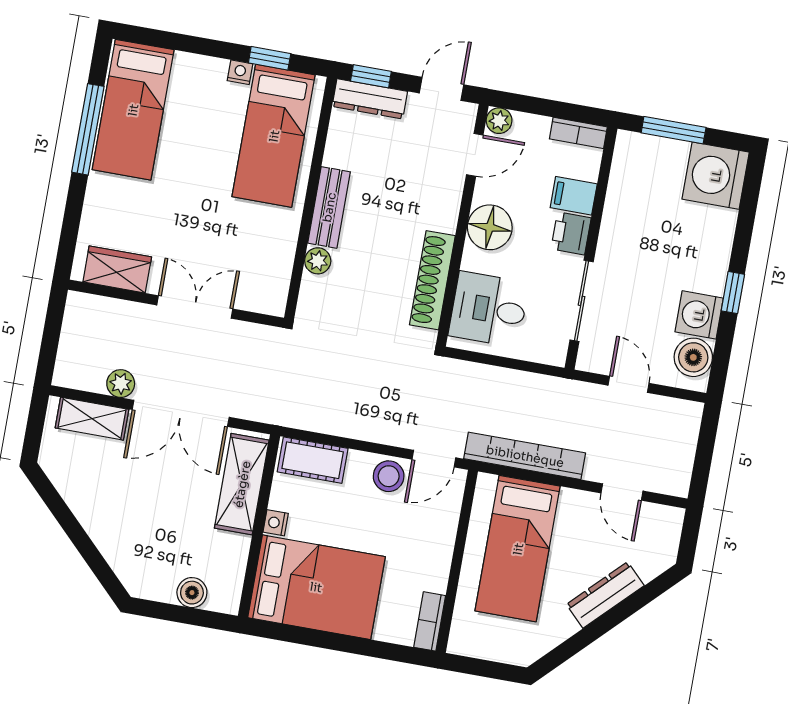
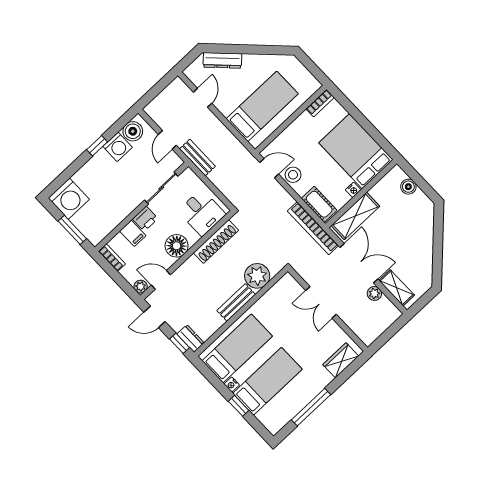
window: (270, 58) -> (239, 406), moved
dresser: (370, 99) -> (191, 338), width x0.70
bed: (133, 110) -> (267, 381), moved
plant: (318, 261) -> (257, 276), width x1.88, depth x1.88
wardrobe: (117, 269) -> (341, 360), moved, turned 90
bench: (560, 392) -> (197, 158), added
bookcase: (525, 456) -> (313, 228), moved
dresser: (605, 595) -> (222, 60), moved

